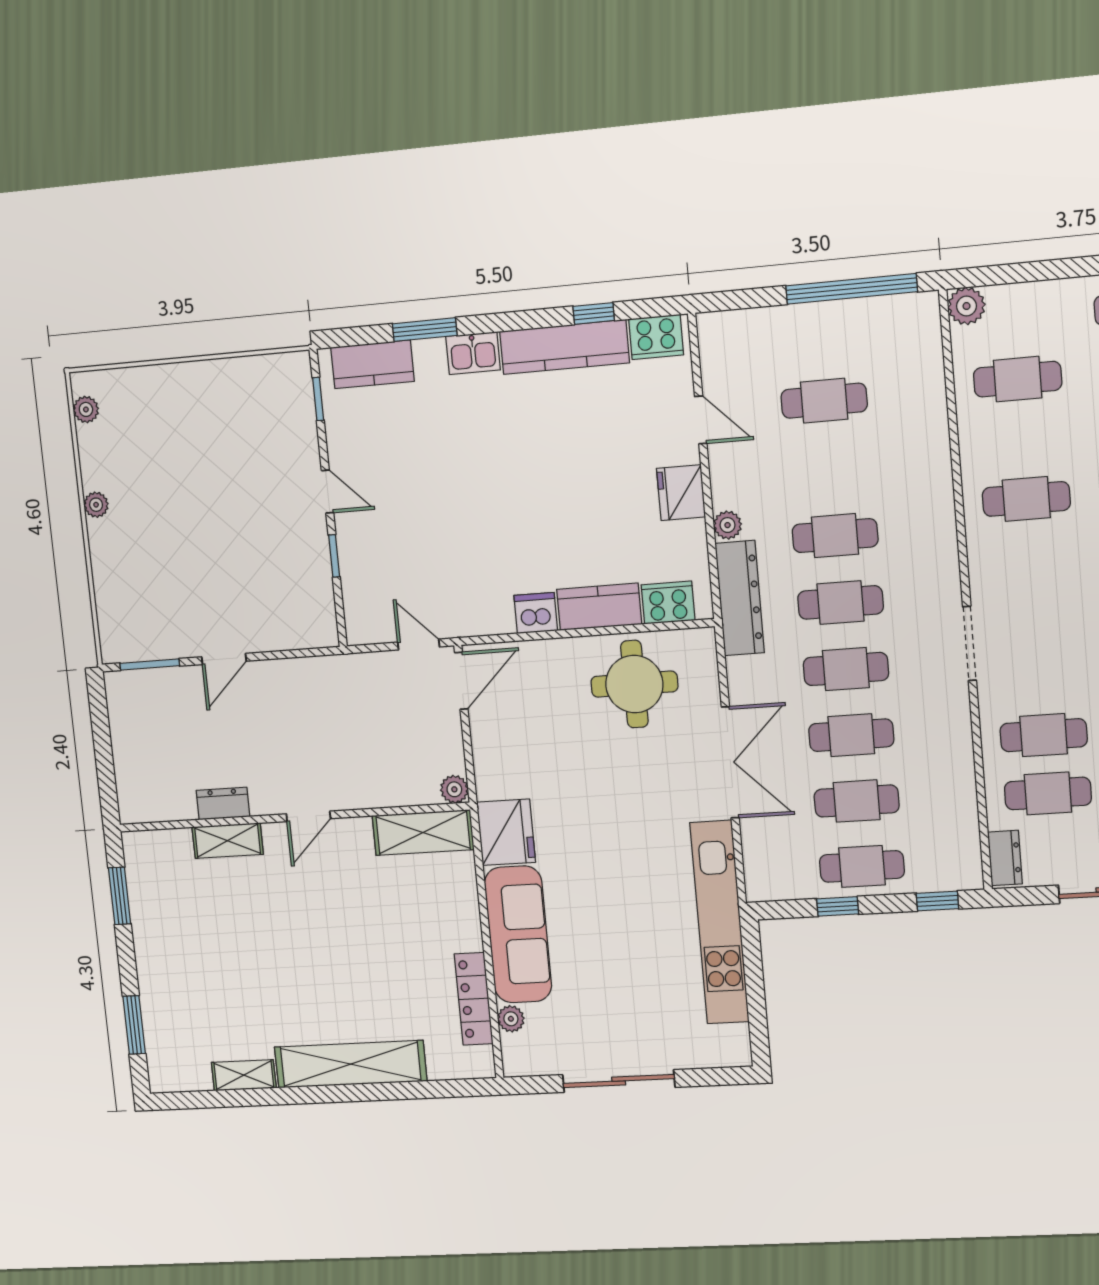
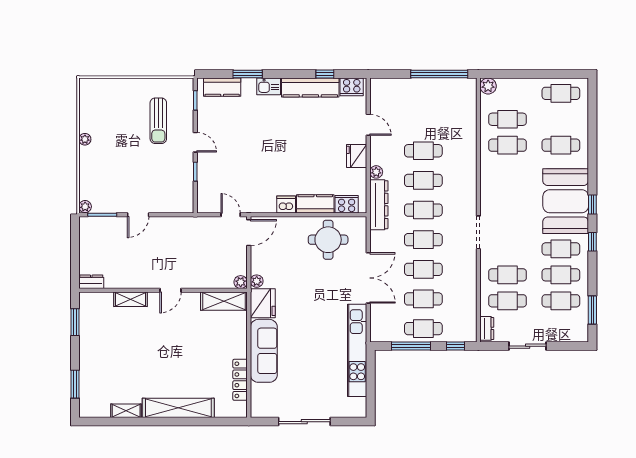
cafe table: (824, 401) -> (423, 151), moved
plant: (86, 409) -> (85, 207), moved
sun lounger: (244, 451) -> (158, 121), added
cafe table: (1026, 499) -> (508, 145), moved
dresser: (223, 804) -> (91, 282), moved
window: (838, 906) -> (411, 346), width x2.17
plant: (511, 1019) -> (257, 281), moved

